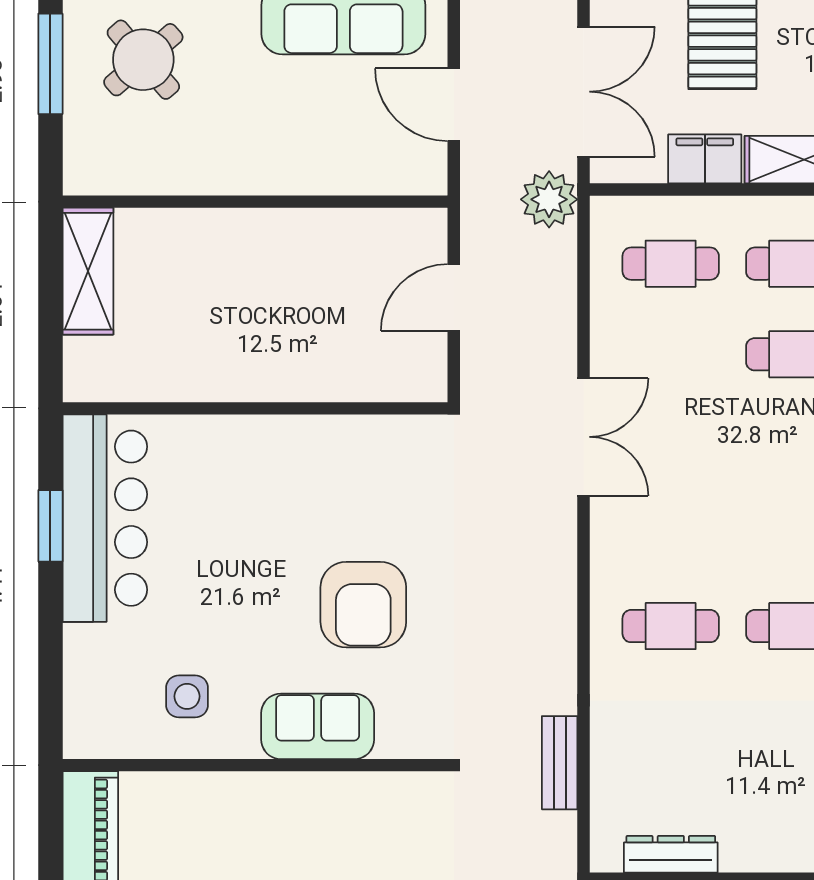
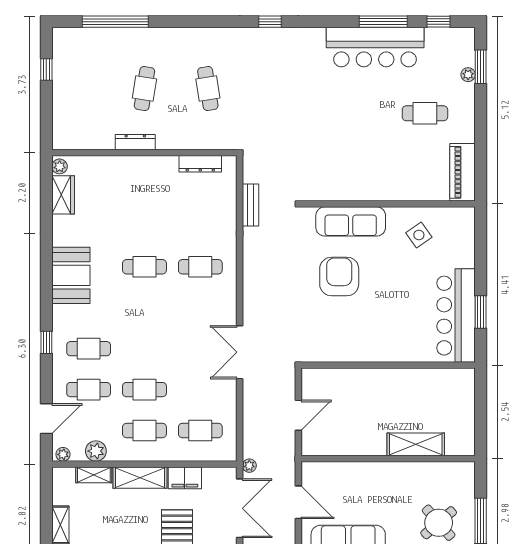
double door: (583, 92) -> (240, 508), swing flipped
plant: (549, 199) -> (249, 466), width x0.53, depth x0.53
shelving: (88, 271) -> (416, 444), moved, turned 90
side table: (187, 696) -> (419, 235), turned -35
sofa: (318, 726) -> (351, 221), width x1.36

